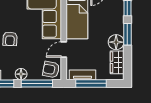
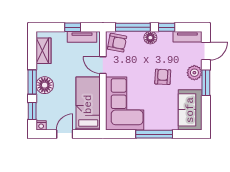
floor lamp: (116, 42) -> (45, 85), moved
door: (64, 49) -> (103, 65), swing flipped
window: (91, 83) -> (73, 27), width x0.46

